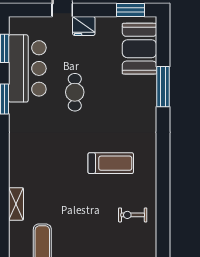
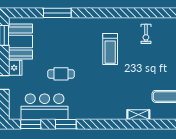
booth: (139, 49) -> (20, 41), moved, turned 90
treadmill: (111, 163) -> (110, 49), turned 180

